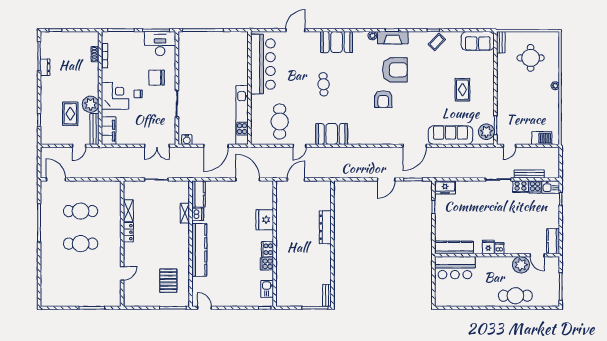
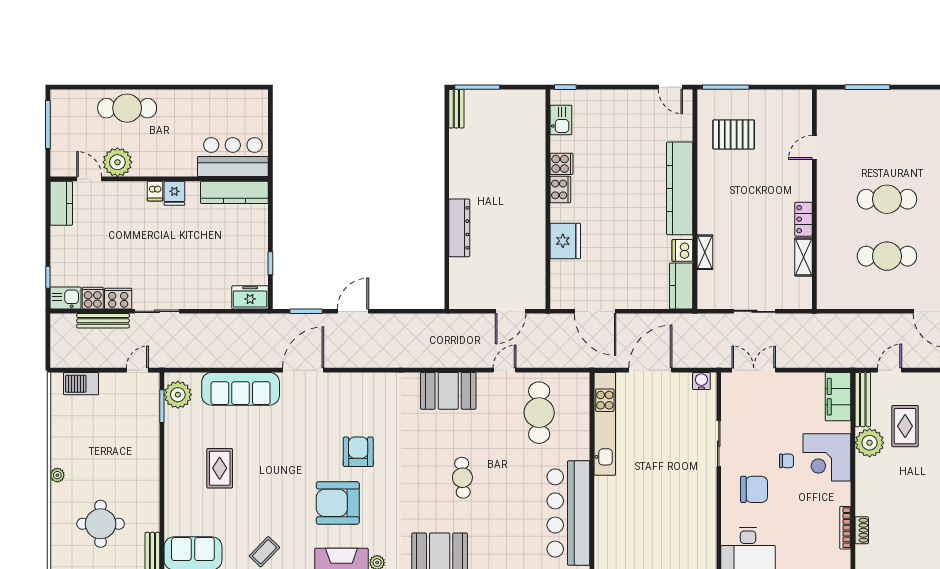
pallet: (168, 281) -> (734, 134), turned 90

